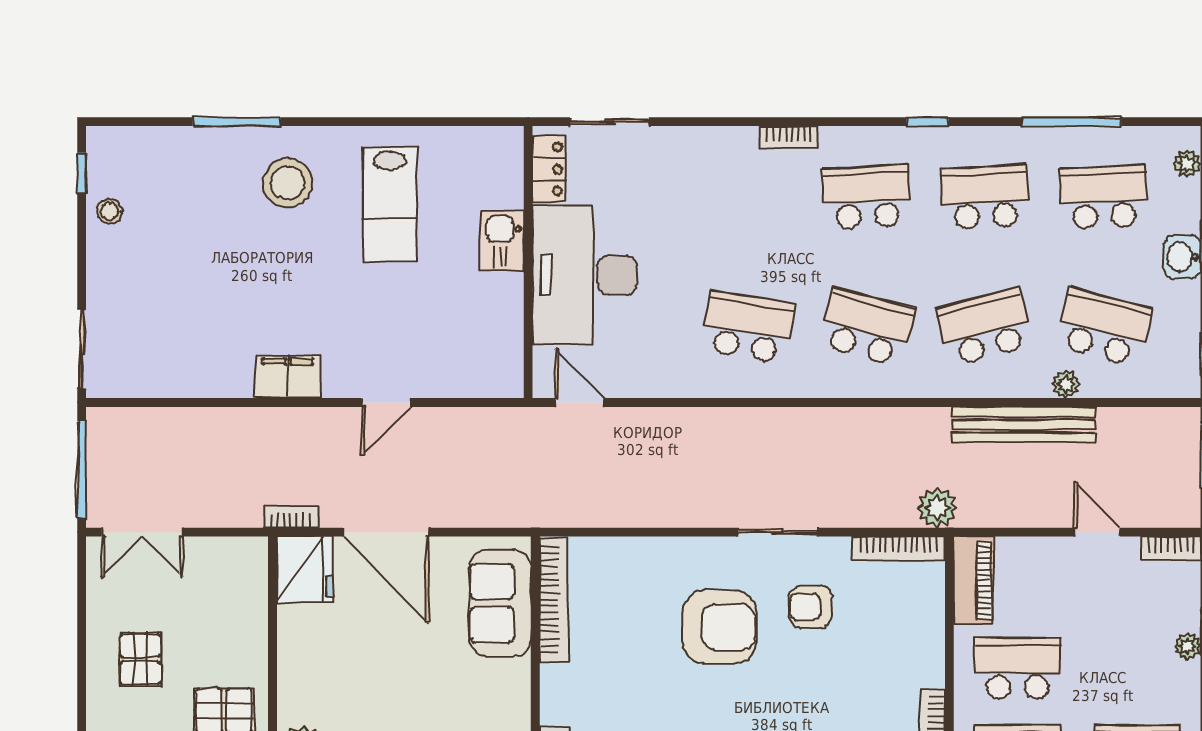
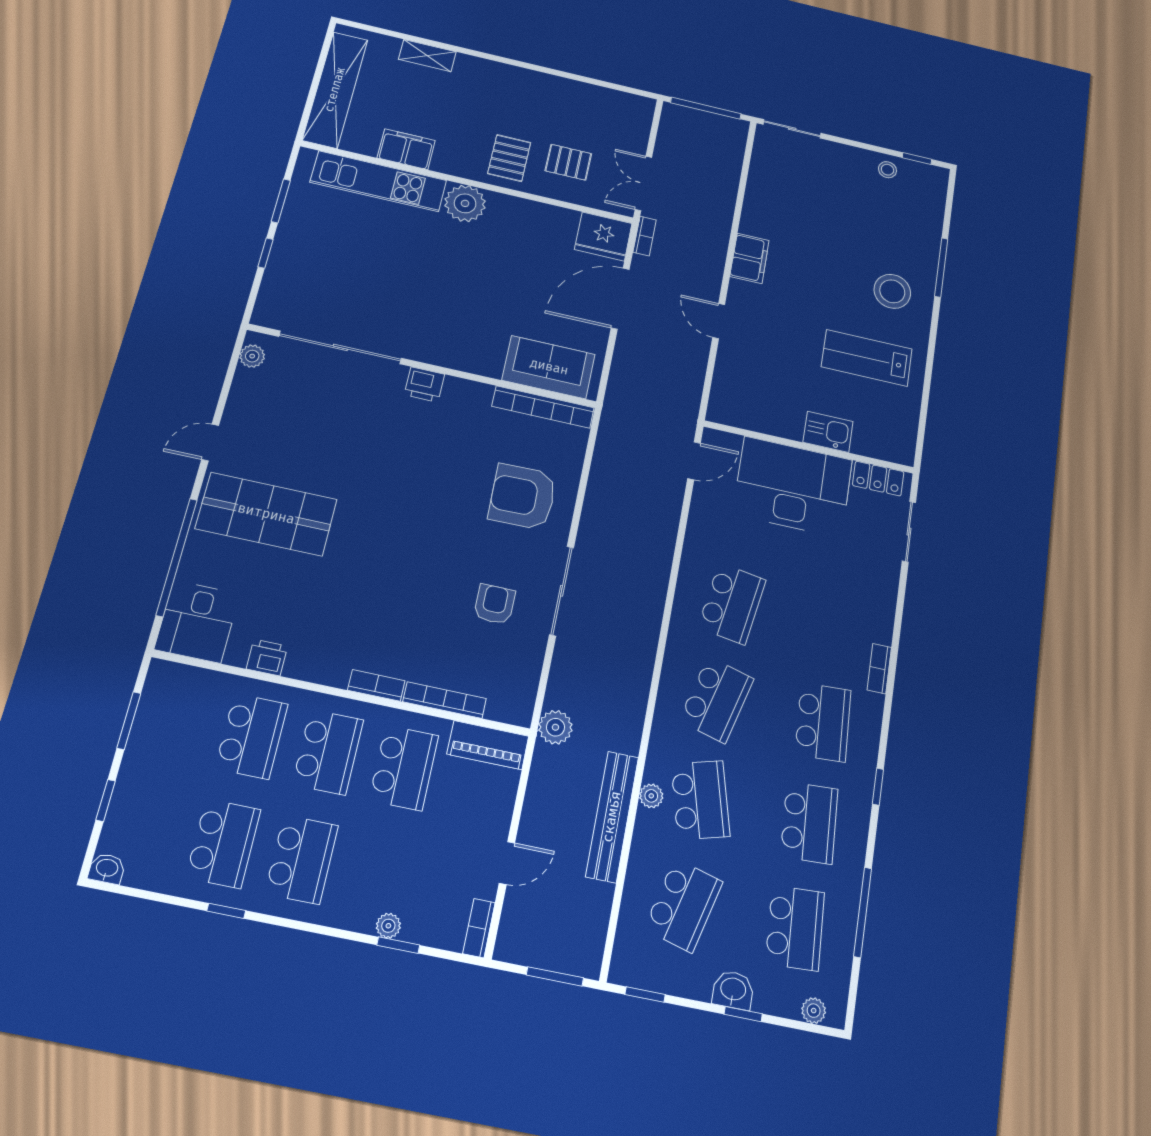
plant: (1066, 384) -> (651, 796), moved
double door: (142, 532) -> (643, 183), moved
sliding door: (777, 532) -> (562, 591), width x1.37
bookcase: (899, 548) -> (445, 700), moved, turned 90
armchair: (720, 627) -> (523, 497), moved, turned 89
pallet: (140, 659) -> (568, 162), moved

